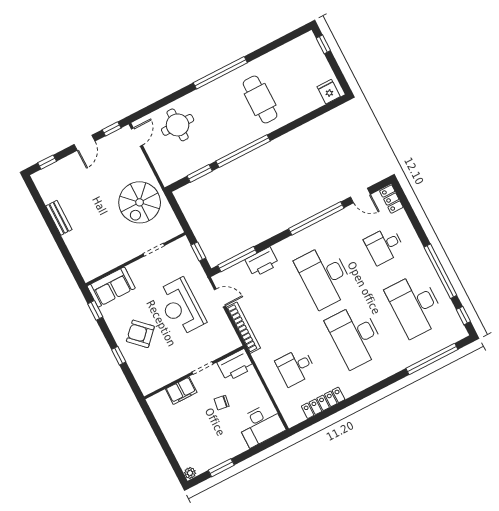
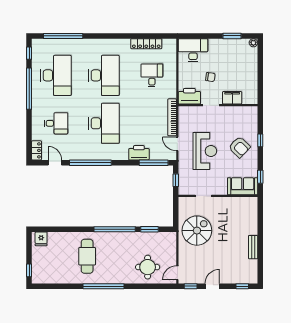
desk: (296, 367) -> (152, 75), turned -90

